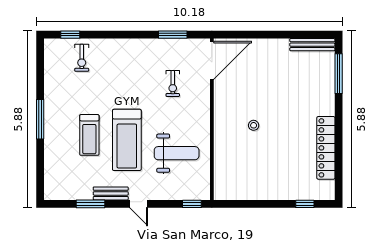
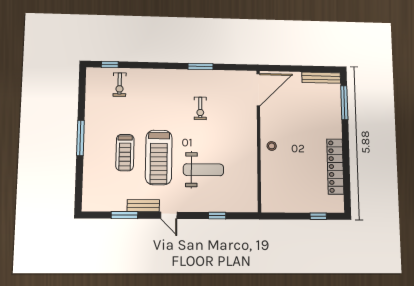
door: (212, 60) -> (258, 90), moved
wall: (212, 119) -> (259, 140), moved

